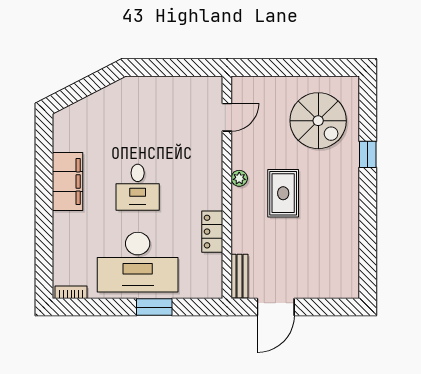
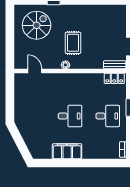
rug: (283, 193) -> (73, 43), turned 90
locker: (212, 232) -> (114, 78), moved
desk: (138, 262) -> (108, 116), width x0.53, depth x0.77

